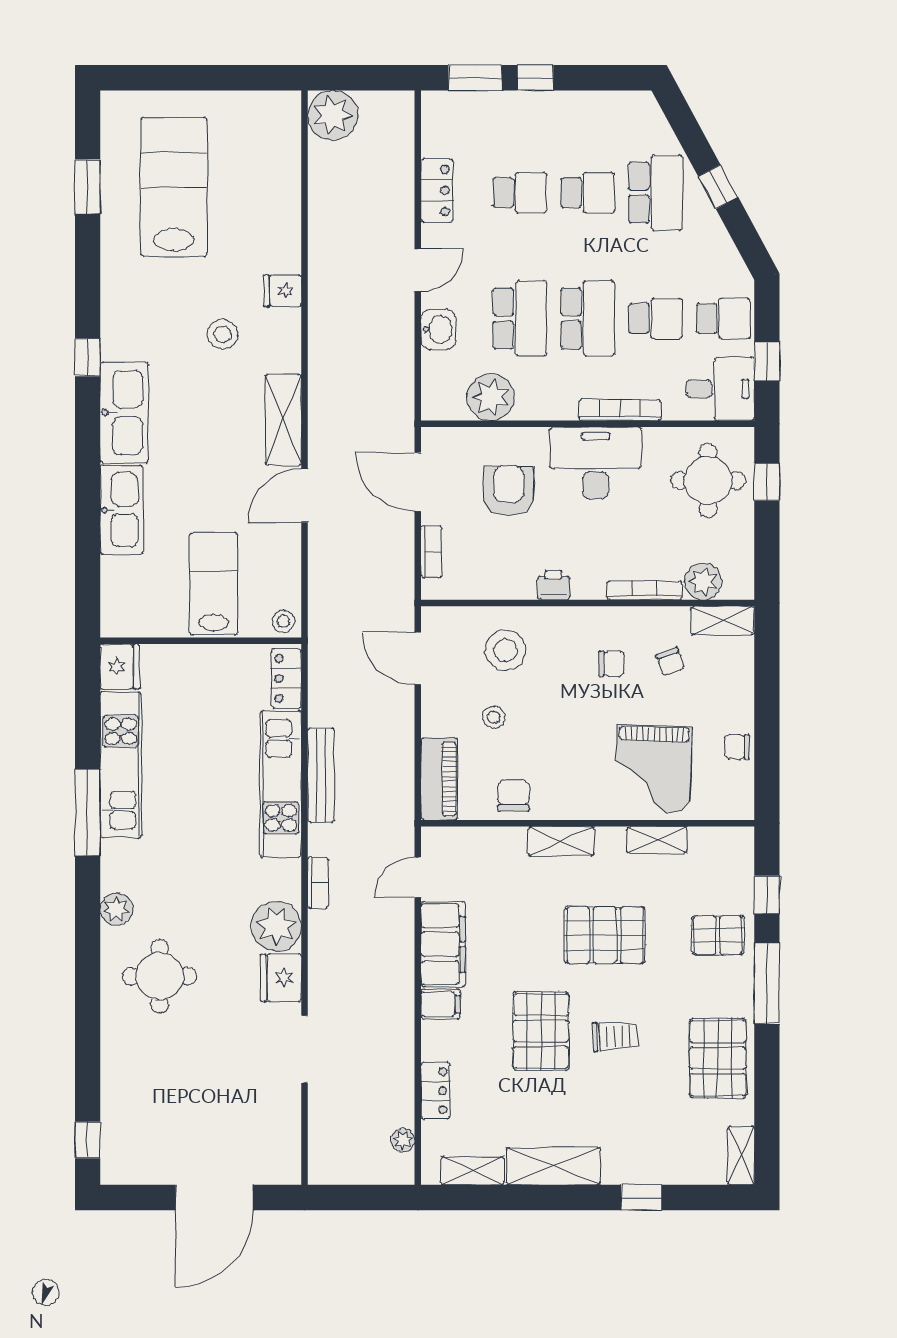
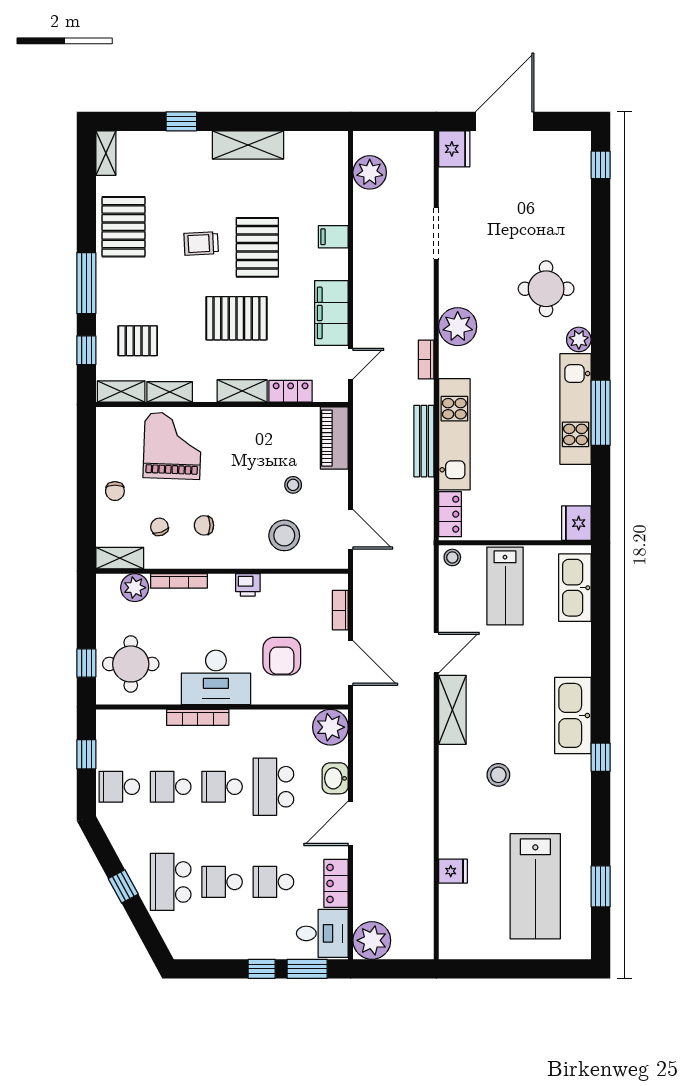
plant: (333, 115) -> (372, 940), moved
door: (418, 270) -> (351, 823), width x1.38
fridge: (283, 291) -> (453, 871), moved
school desk: (588, 318) -> (222, 787), width x0.54
desk: (720, 389) -> (322, 933), moved, turned 180
plant: (491, 397) -> (330, 727), moved
kitchen sink: (122, 510) -> (575, 588), moved
chair: (737, 747) -> (115, 491), moved, turned 90
kitchen unit: (121, 765) -> (575, 409), moved
chair: (514, 795) -> (278, 426), removed
pallet: (605, 935) -> (236, 318), moved
pallet: (718, 935) -> (138, 341), moved
fridge: (281, 978) -> (454, 149), moved
filing cabinet: (441, 1004) -> (333, 237), moved
locker: (435, 1091) -> (291, 391), moved, turned 90
plant: (403, 1140) -> (370, 172), width x1.88, depth x1.88
shelving: (473, 1171) -> (121, 392), moved

